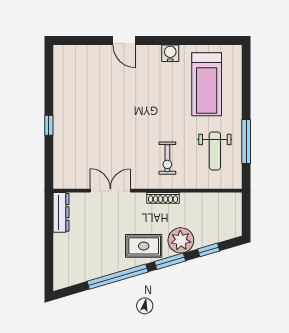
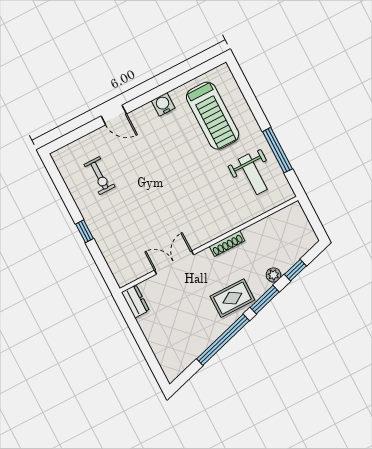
exercise bike: (167, 158) -> (100, 176), moved
dresser: (61, 212) -> (135, 301), width x0.70
plant: (181, 240) -> (273, 275), width x0.53, depth x0.53

